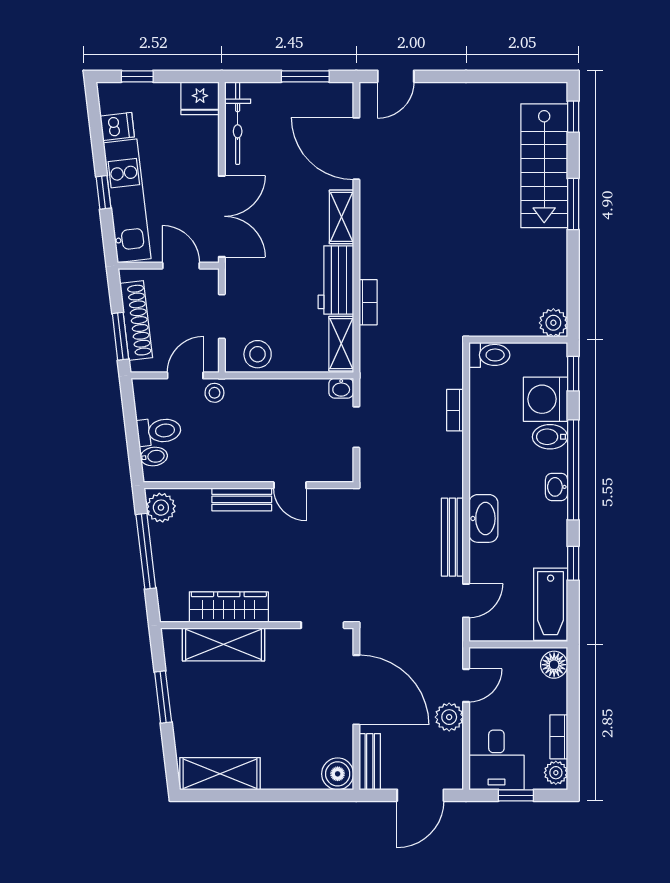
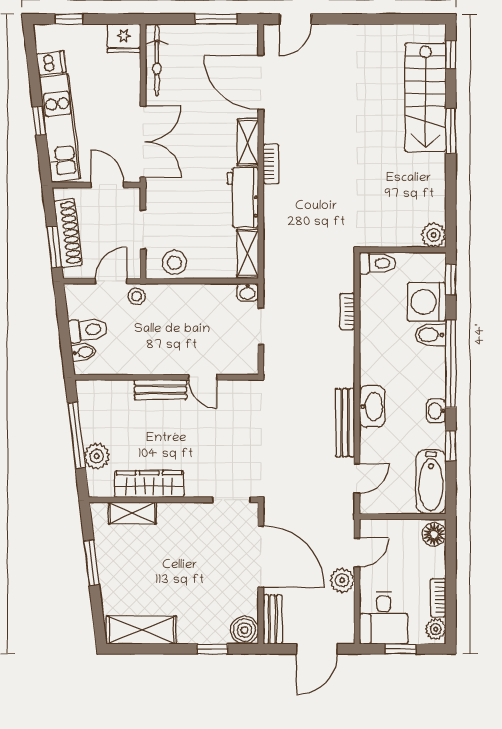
bookcase: (368, 302) -> (271, 164), moved
washbasin: (557, 487) -> (436, 411), moved
plant: (161, 508) -> (97, 456), moved
shelving: (223, 644) -> (132, 513), width x0.67, depth x0.75
window: (301, 795) -> (212, 649), added

